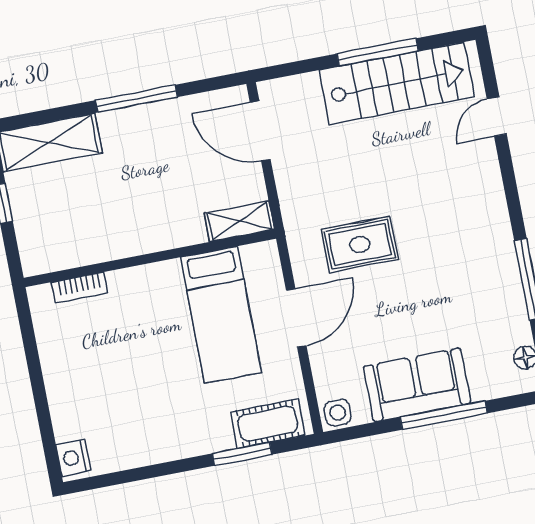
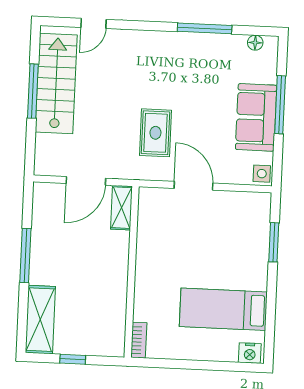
door: (497, 116) -> (93, 23), hinge flipped
door: (260, 131) -> (86, 181), moved
bookcase: (79, 287) -> (139, 340), moved
bed: (221, 315) -> (223, 309), moved, turned 180
cot: (268, 424) -> (258, 221), removed

